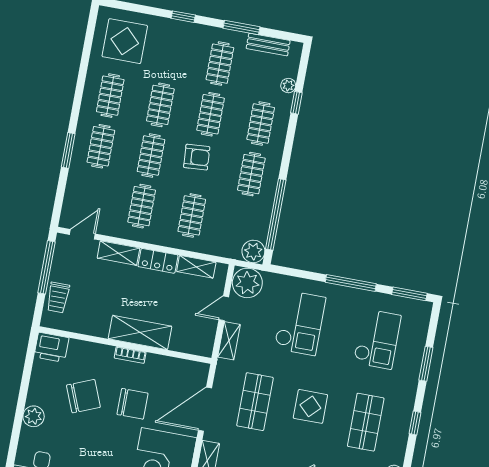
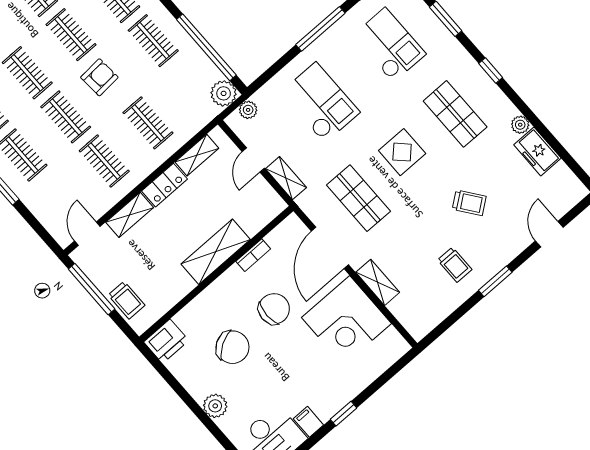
plant: (247, 283) -> (248, 110), width x0.53, depth x0.53
bookcase: (130, 355) -> (253, 255), moved
chair: (83, 396) -> (232, 347), turned 81

